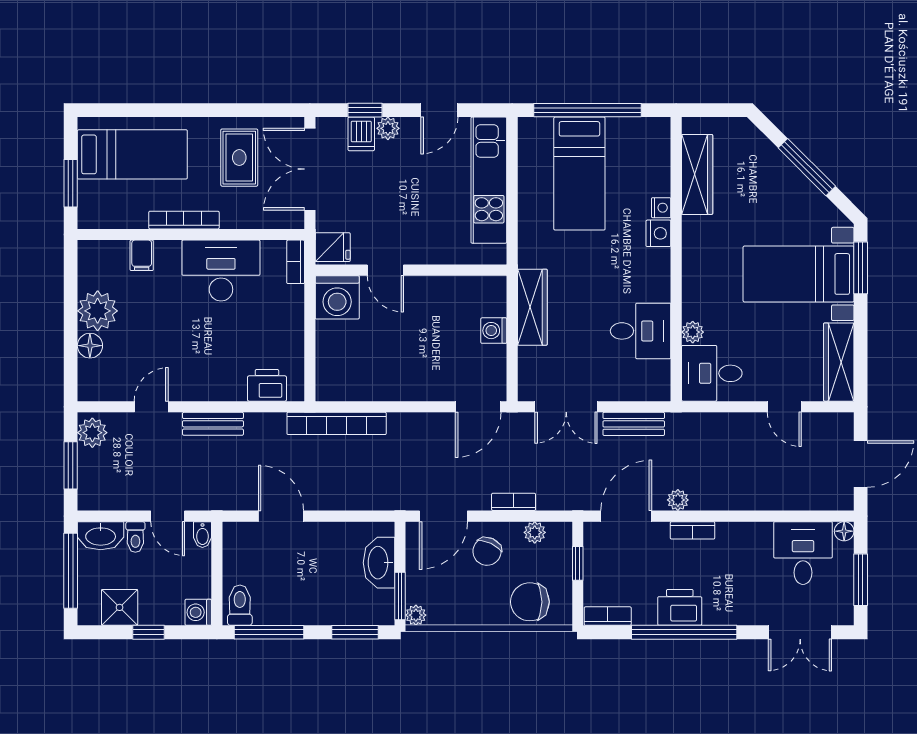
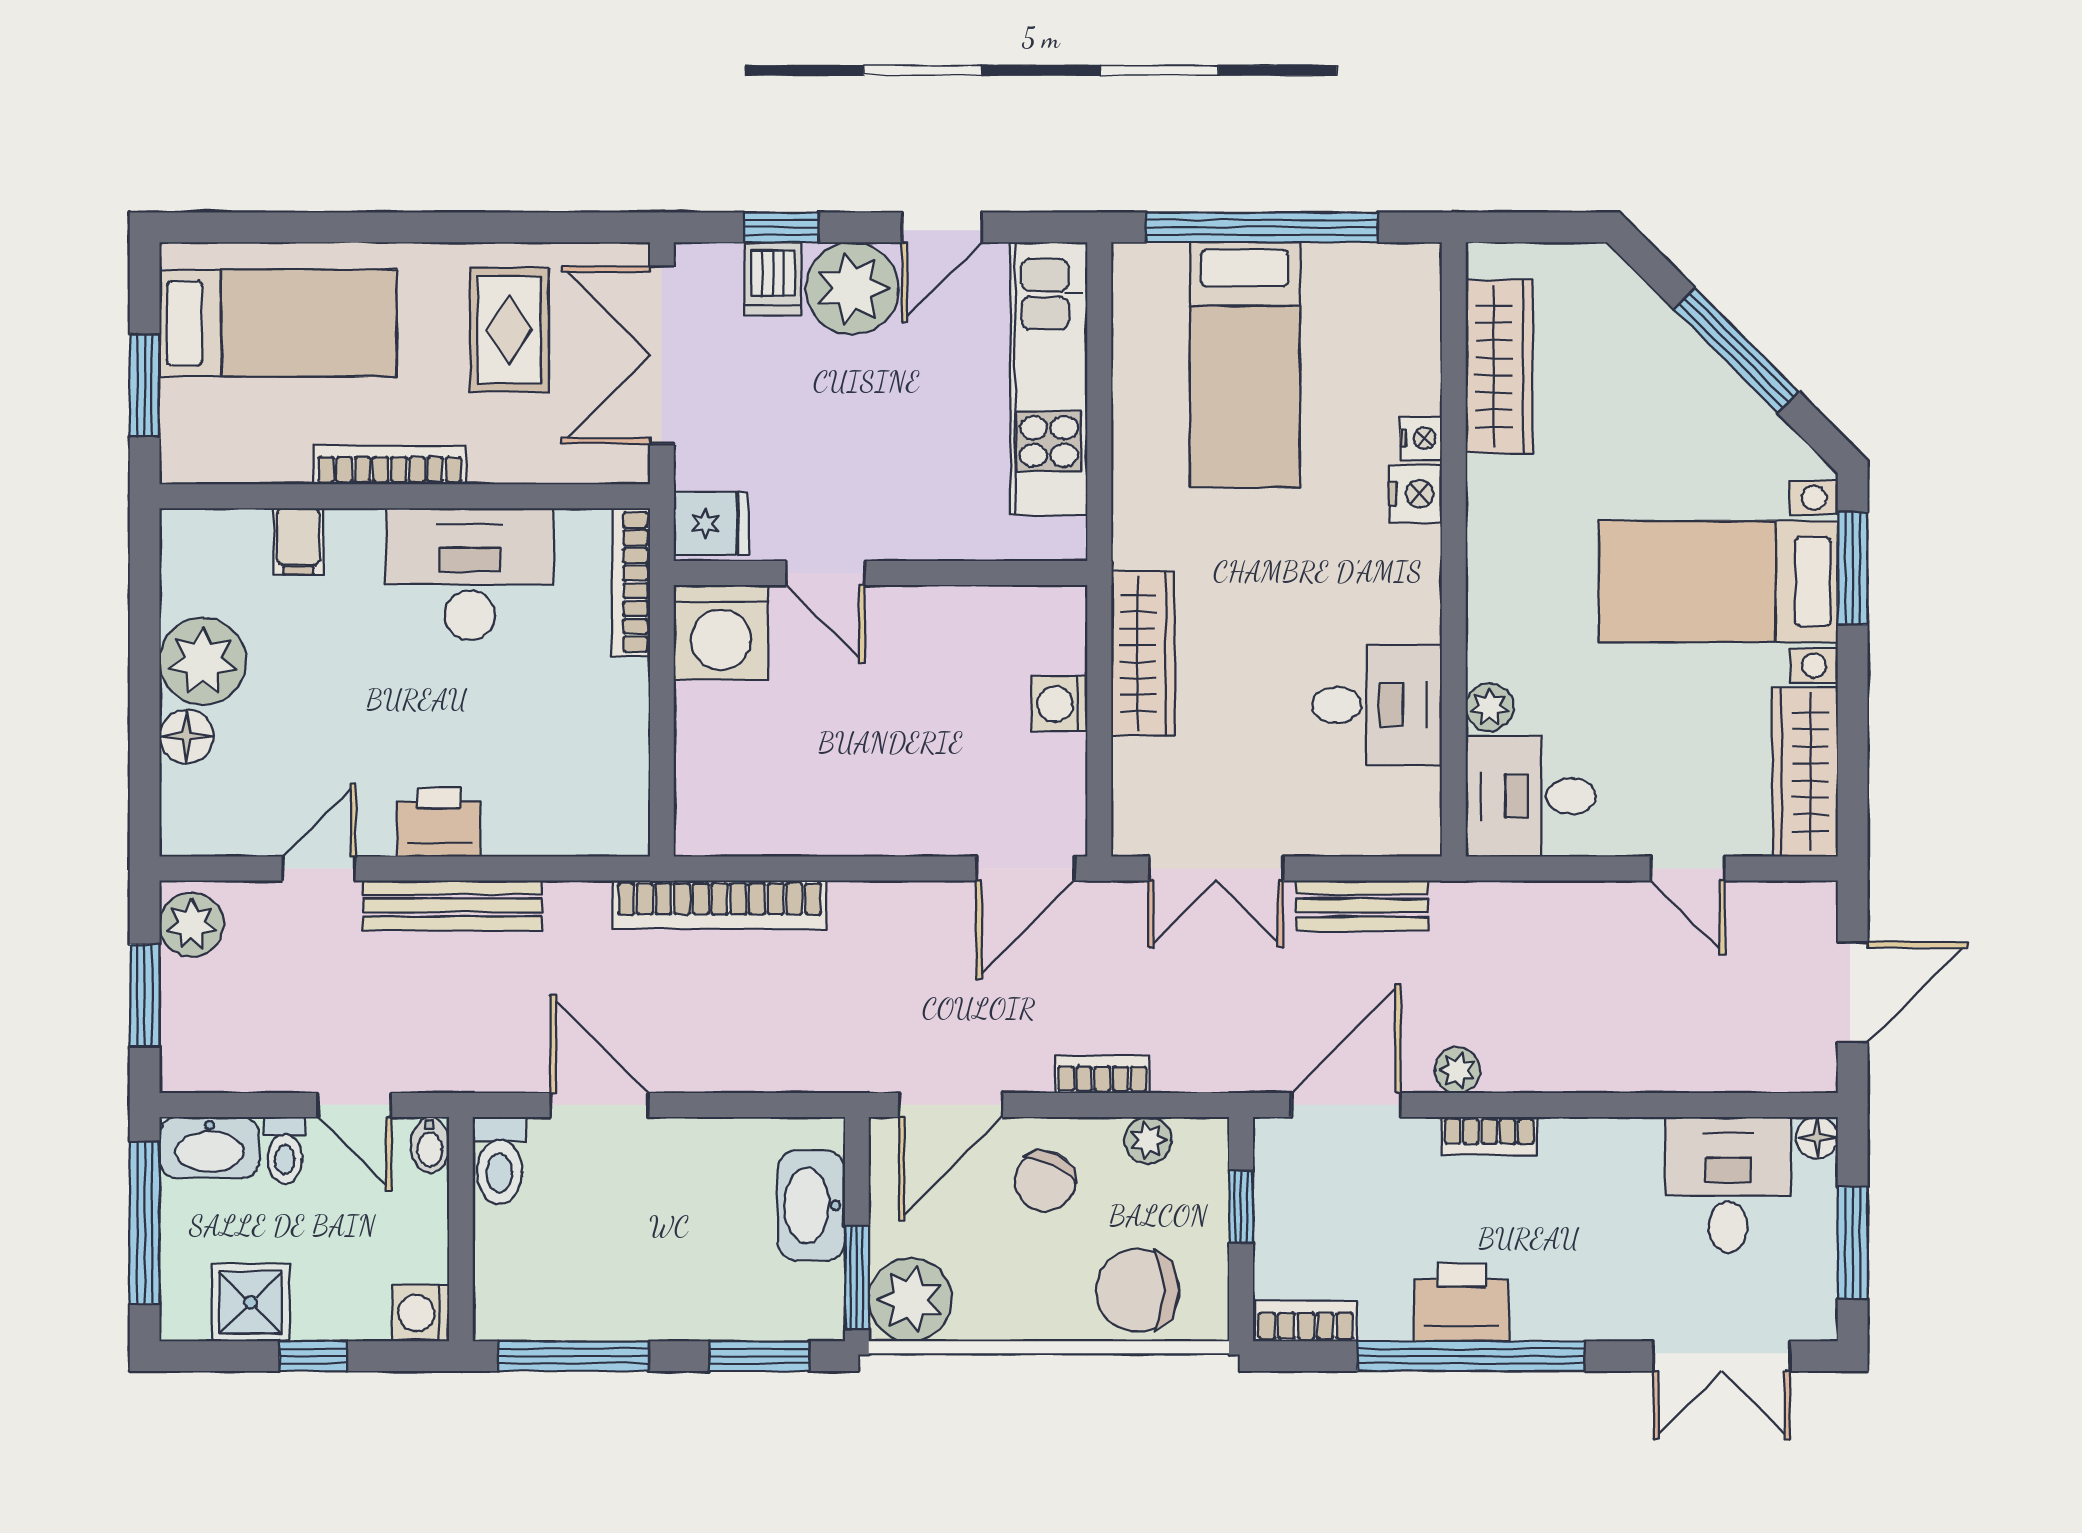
plant: (388, 128) -> (852, 288), width x1.88, depth x1.88
bookcase: (296, 262) -> (631, 582), width x1.56
printer: (267, 385) -> (439, 822), moved
bench: (213, 424) -> (452, 905), width x1.36
toilet: (240, 605) -> (499, 1161), moved, turned 180
plant: (416, 615) -> (910, 1300), width x1.87, depth x1.87

